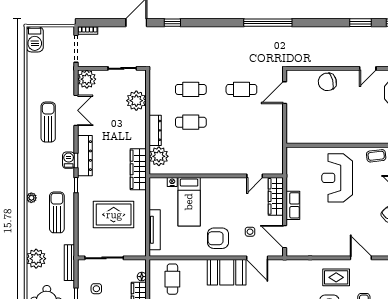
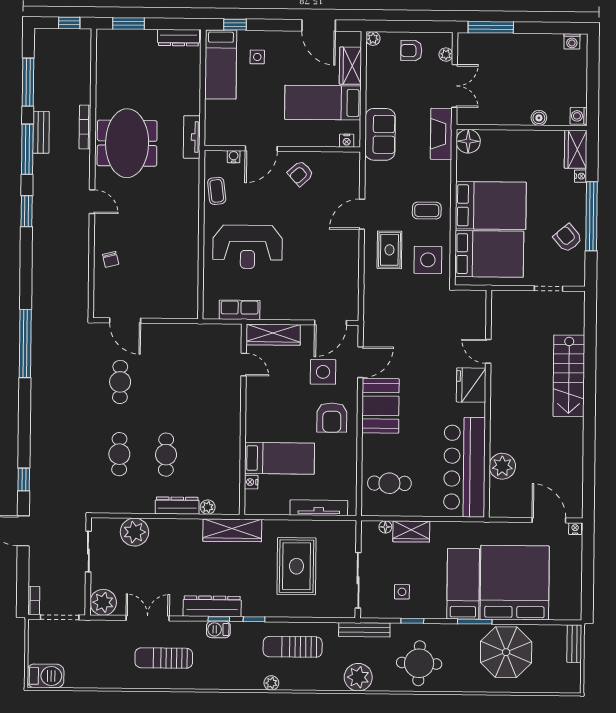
chair: (327, 82) -> (111, 259), width x0.54, depth x0.54
plant: (159, 156) -> (208, 507), width x0.53, depth x0.53
row of seats: (293, 205) -> (240, 310), moved
side table: (250, 232) -> (323, 372), width x1.87, depth x1.87

